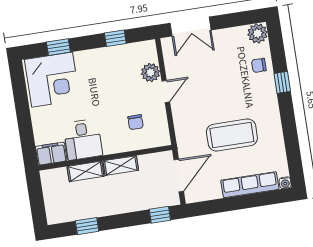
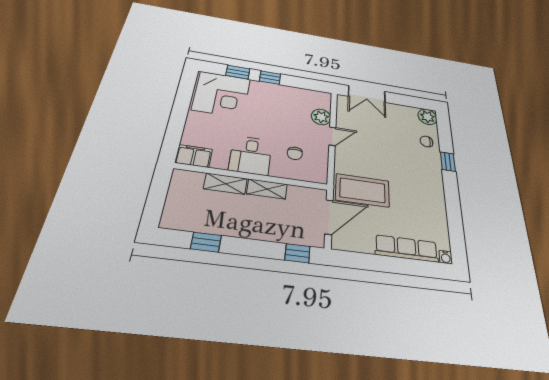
window: (115, 38) -> (270, 78), moved
coffee table: (232, 135) -> (363, 190), moved
desk: (83, 140) -> (251, 155), moved

